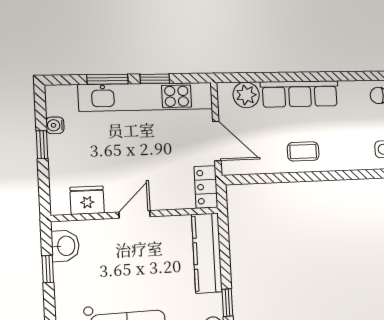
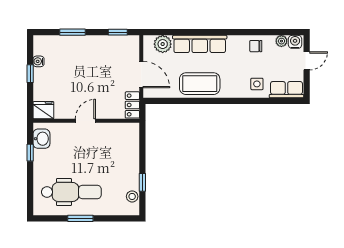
window: (155, 79) -> (118, 32), moved
kitchen unit: (146, 97) -> (97, 44), removed
coffee table: (303, 151) -> (200, 84), width x1.86, depth x1.72
fridge: (87, 200) -> (43, 110), moved
kitchen counter: (207, 253) -> (131, 149), removed

